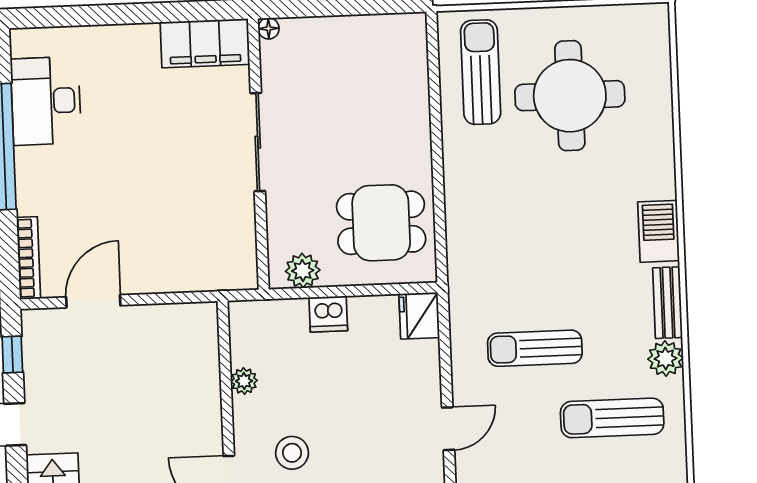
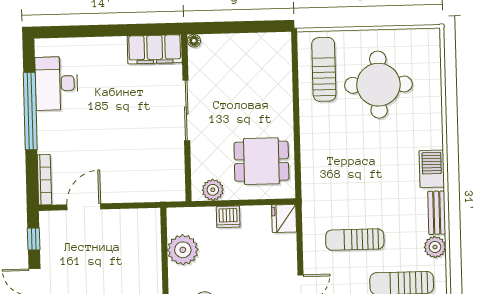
plant: (244, 381) -> (183, 250), width x1.87, depth x1.87

